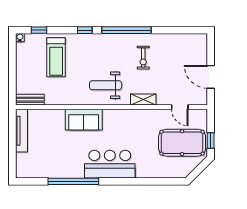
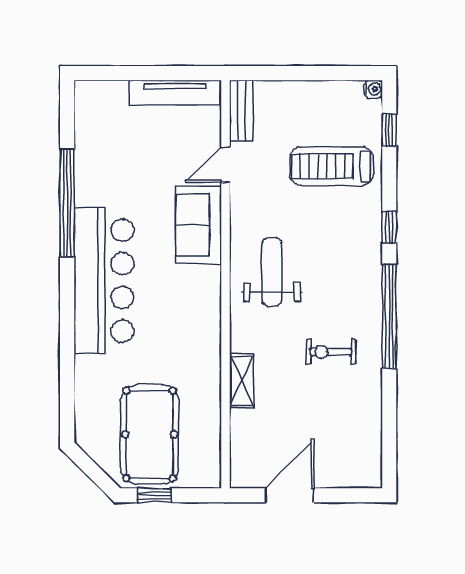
shelving: (143, 99) -> (242, 381), moved
door: (180, 107) -> (225, 165), moved
bar counter: (110, 164) -> (104, 281), width x1.36

